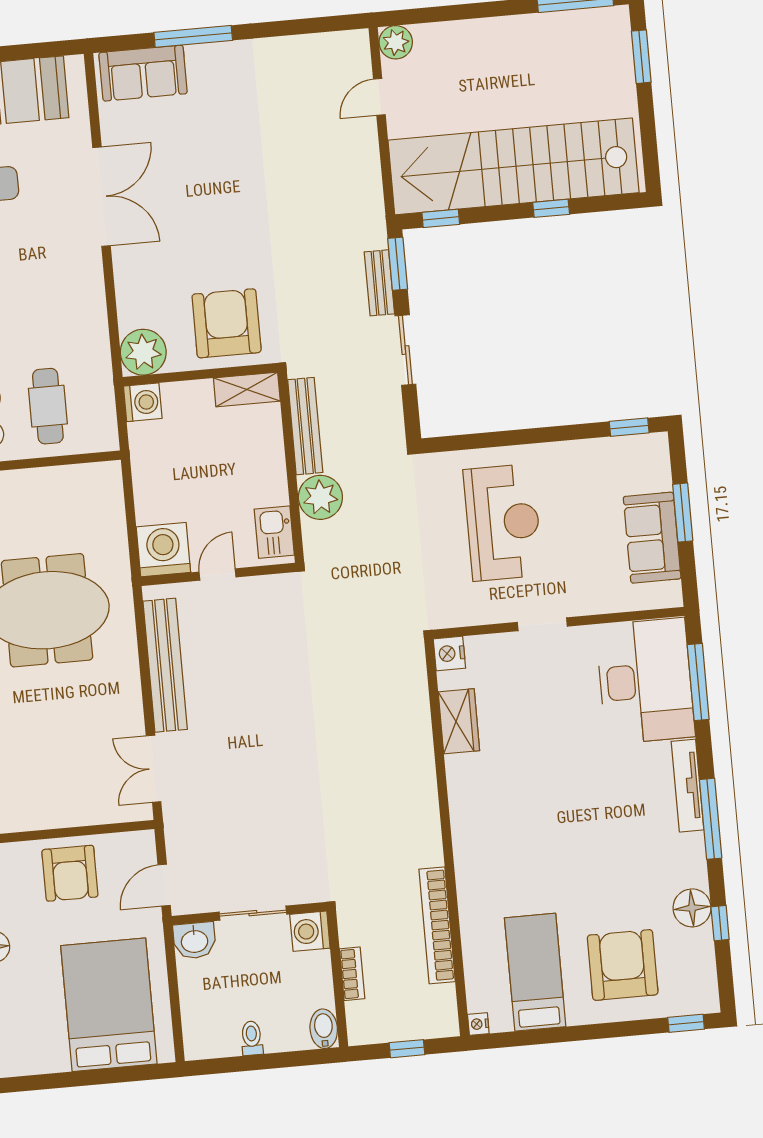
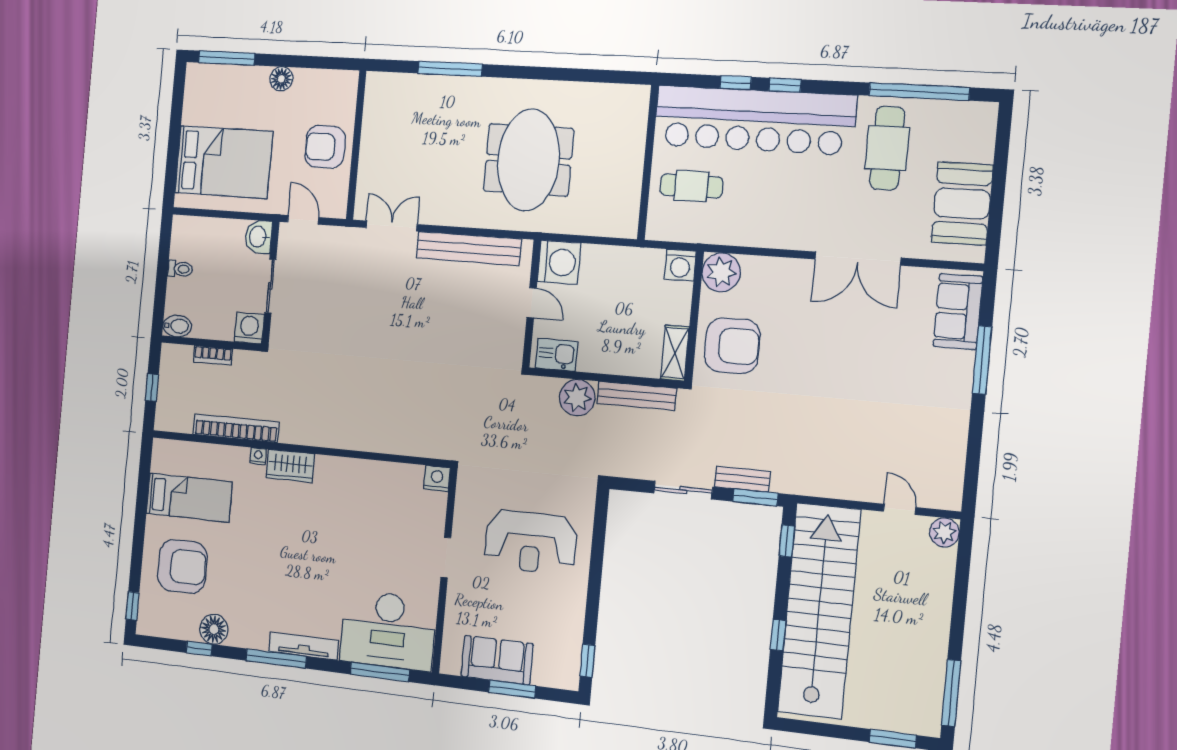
wardrobe: (459, 721) -> (290, 466), moved
nightstand: (478, 1024) -> (258, 456), moved

